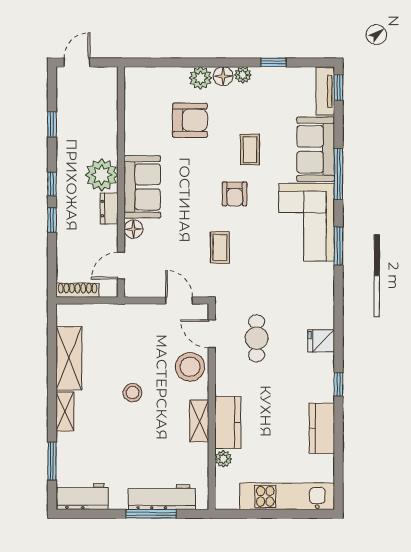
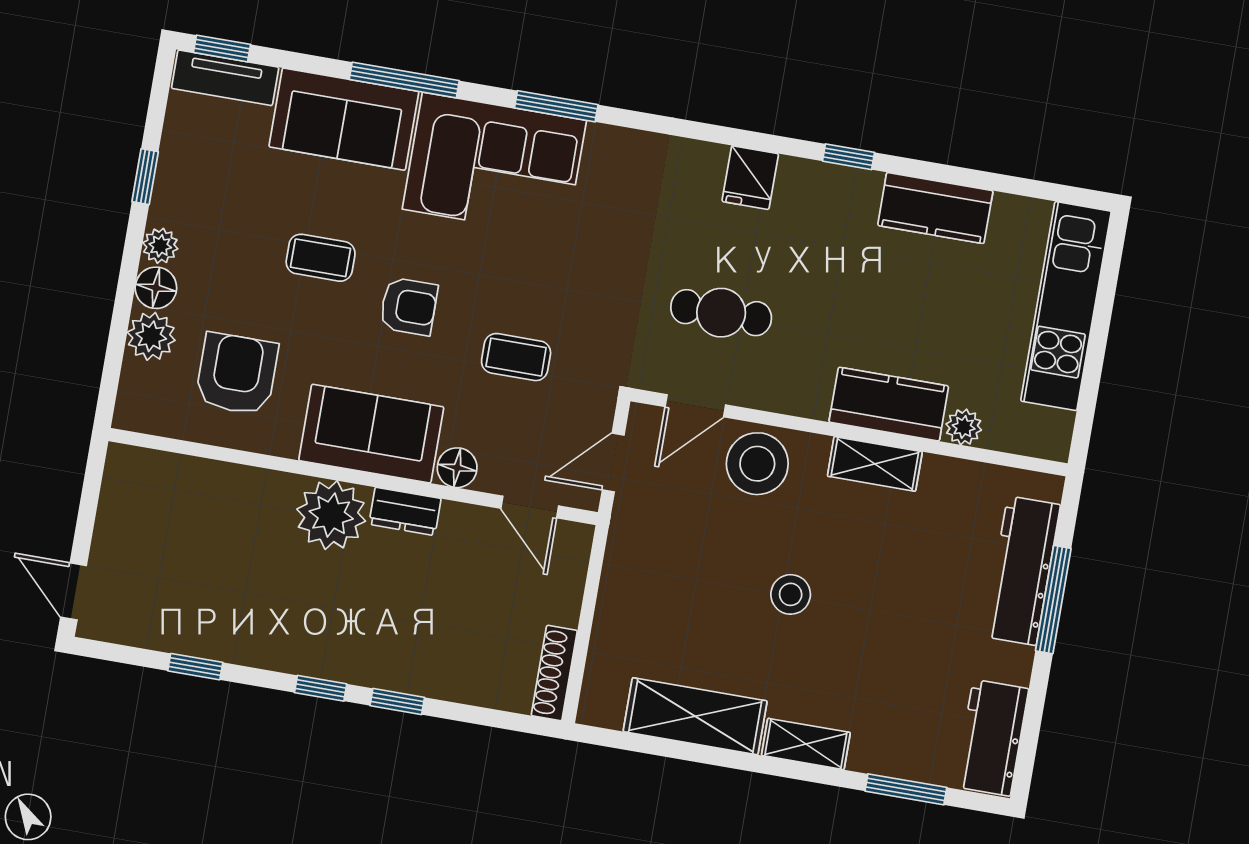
plant: (102, 175) -> (331, 515), moved
wall: (121, 182) -> (353, 477), moved
sofa: (142, 187) -> (371, 434), moved
dresser: (109, 209) -> (405, 511), moved
floor lamp: (133, 229) -> (457, 468), moved
door: (121, 266) -> (530, 507), moved

